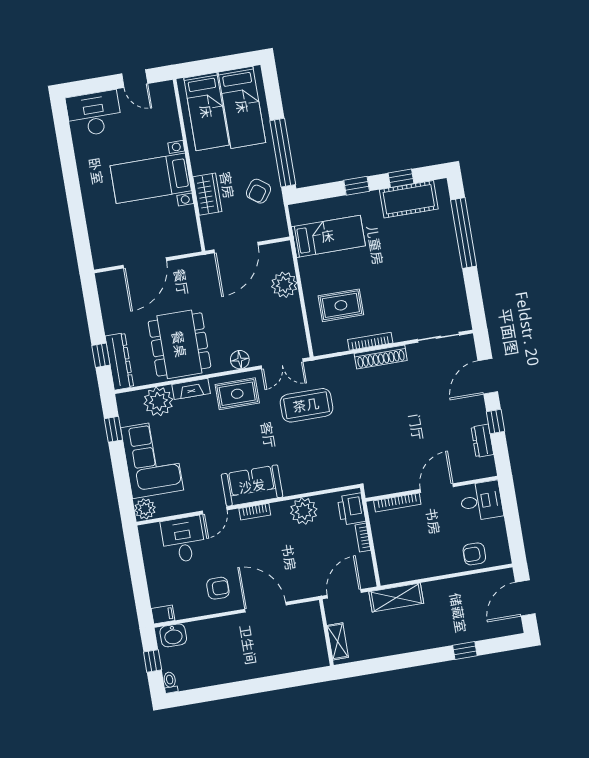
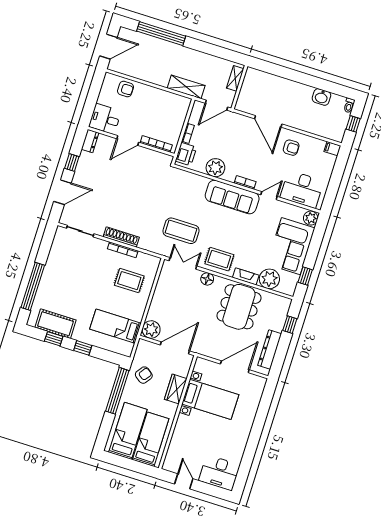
bed with nightstands: (151, 178) -> (210, 399), moved
plant: (284, 285) -> (151, 330), moved
dresser: (119, 361) -> (270, 350), moved
dresser: (482, 441) -> (90, 141), moved
sofa: (252, 486) -> (232, 197), width x1.36
desk: (183, 540) -> (302, 189), width x1.37
armchair: (218, 588) -> (291, 148), turned 180
washbasin: (173, 635) -> (321, 97), moved, turned 180
window: (465, 650) -> (161, 34), width x3.17

